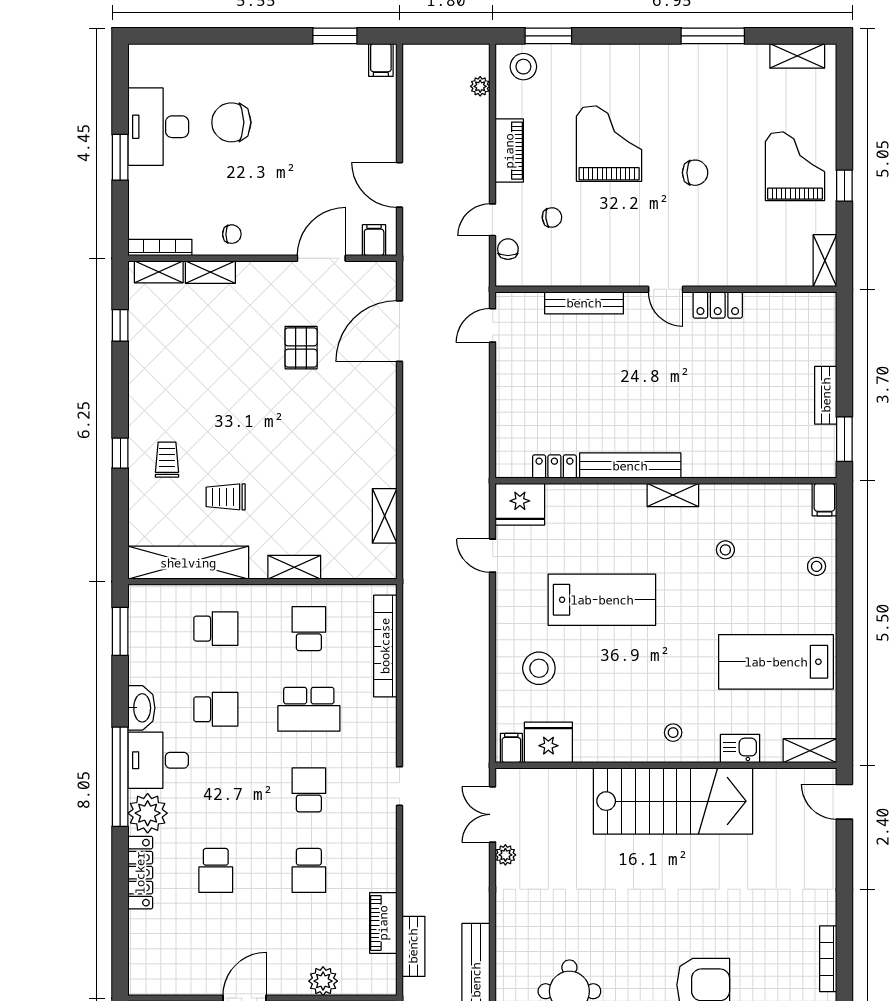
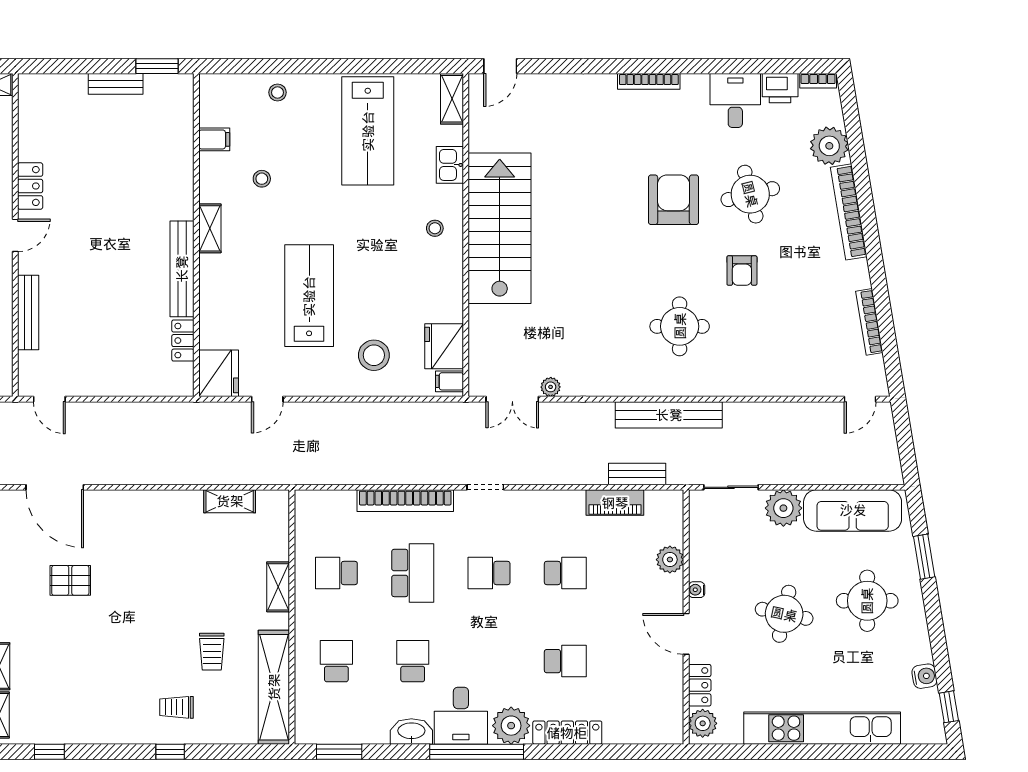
filing cabinet: (824, 500) -> (214, 139), moved
bookcase: (385, 646) -> (405, 501), moved

